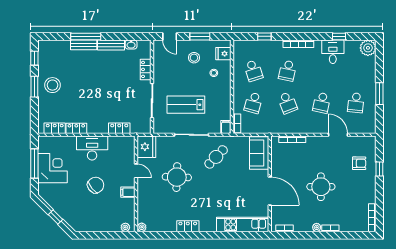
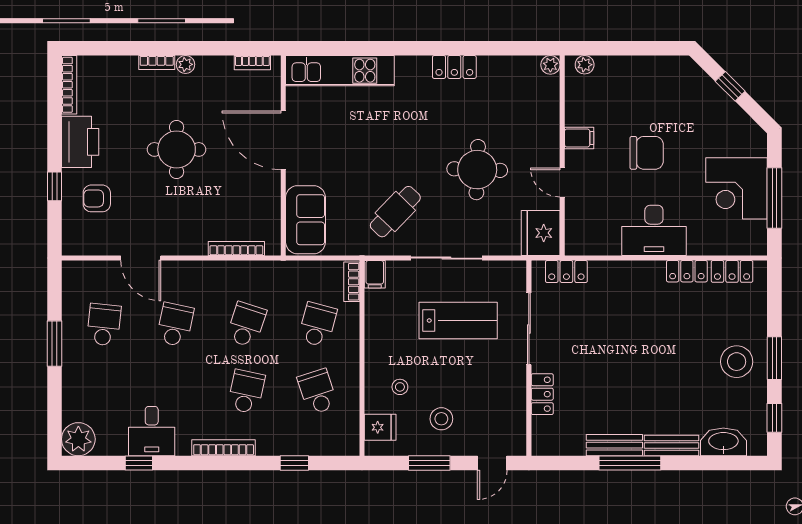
window: (86, 36) -> (630, 463), moved
door: (170, 36) -> (492, 463), swing flipped
washbasin: (131, 45) -> (723, 442), moved, width x1.91, depth x1.45
school desk: (287, 103) -> (246, 325), turned 39
locker: (119, 128) -> (566, 272), moved
chair: (96, 185) -> (647, 153), turned -142
printer: (367, 190) -> (80, 142), added

